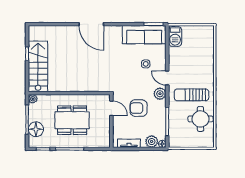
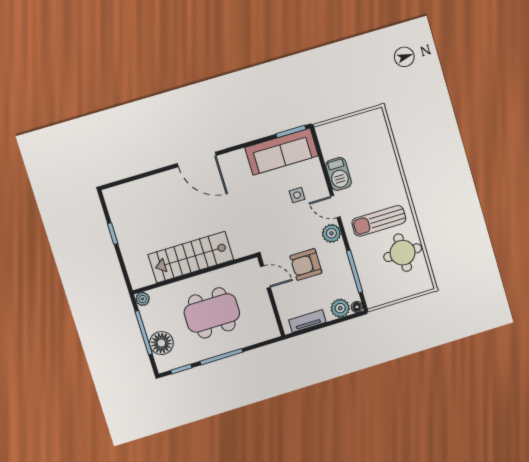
barbecue: (175, 36) -> (339, 174), moved
stairs: (38, 66) -> (191, 257), moved, turned -90

